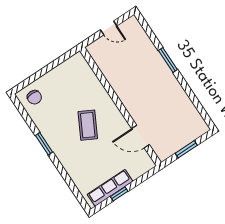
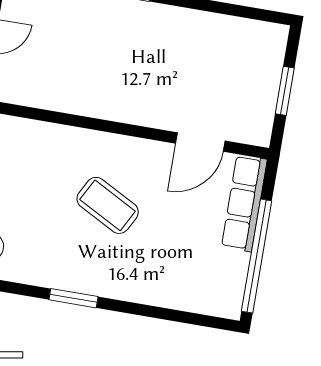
row of seats: (110, 188) -> (244, 203), moved
window: (119, 194) -> (257, 256), width x3.17

